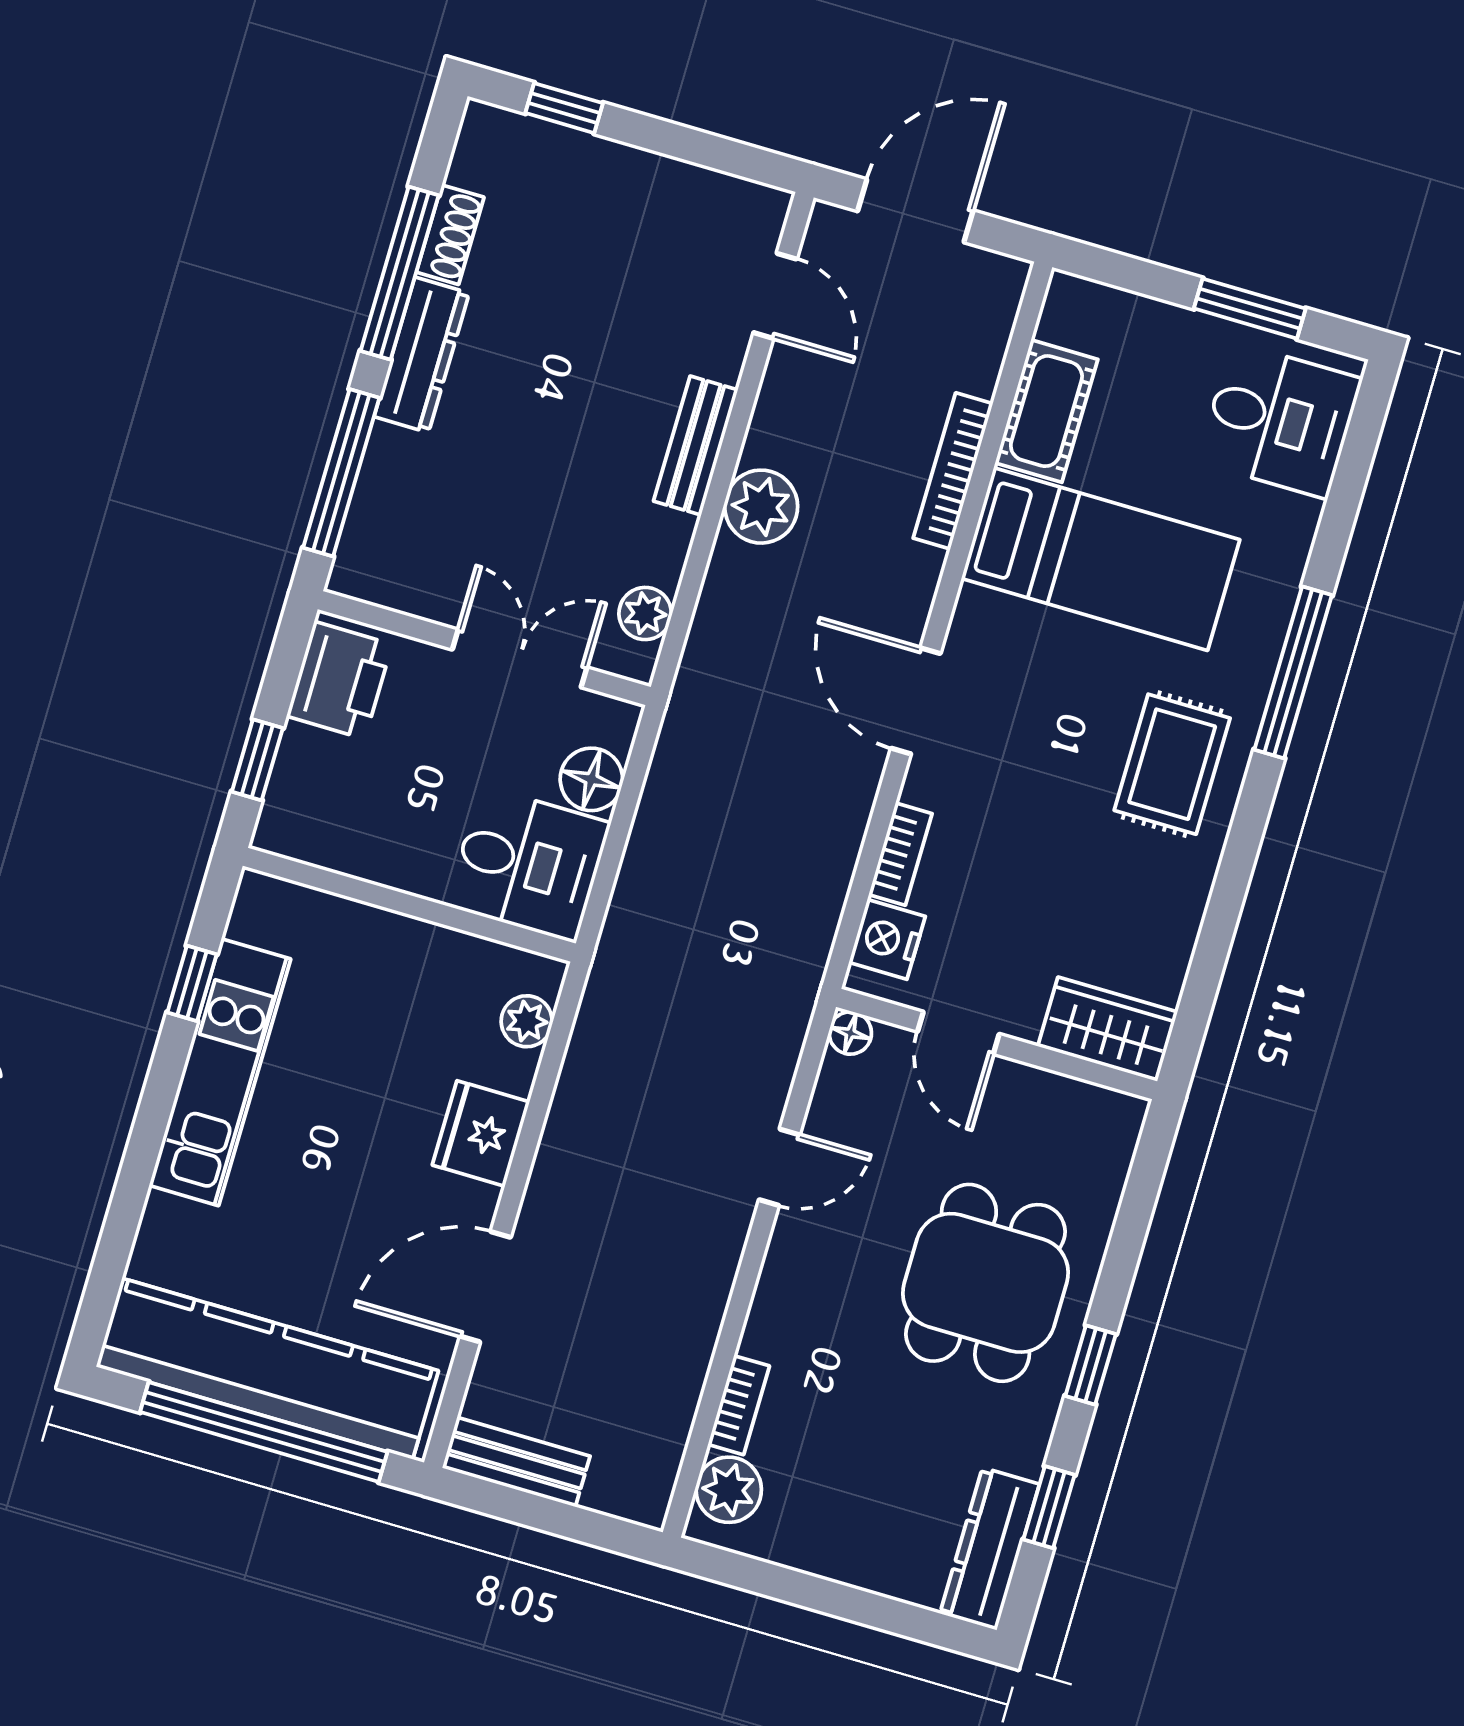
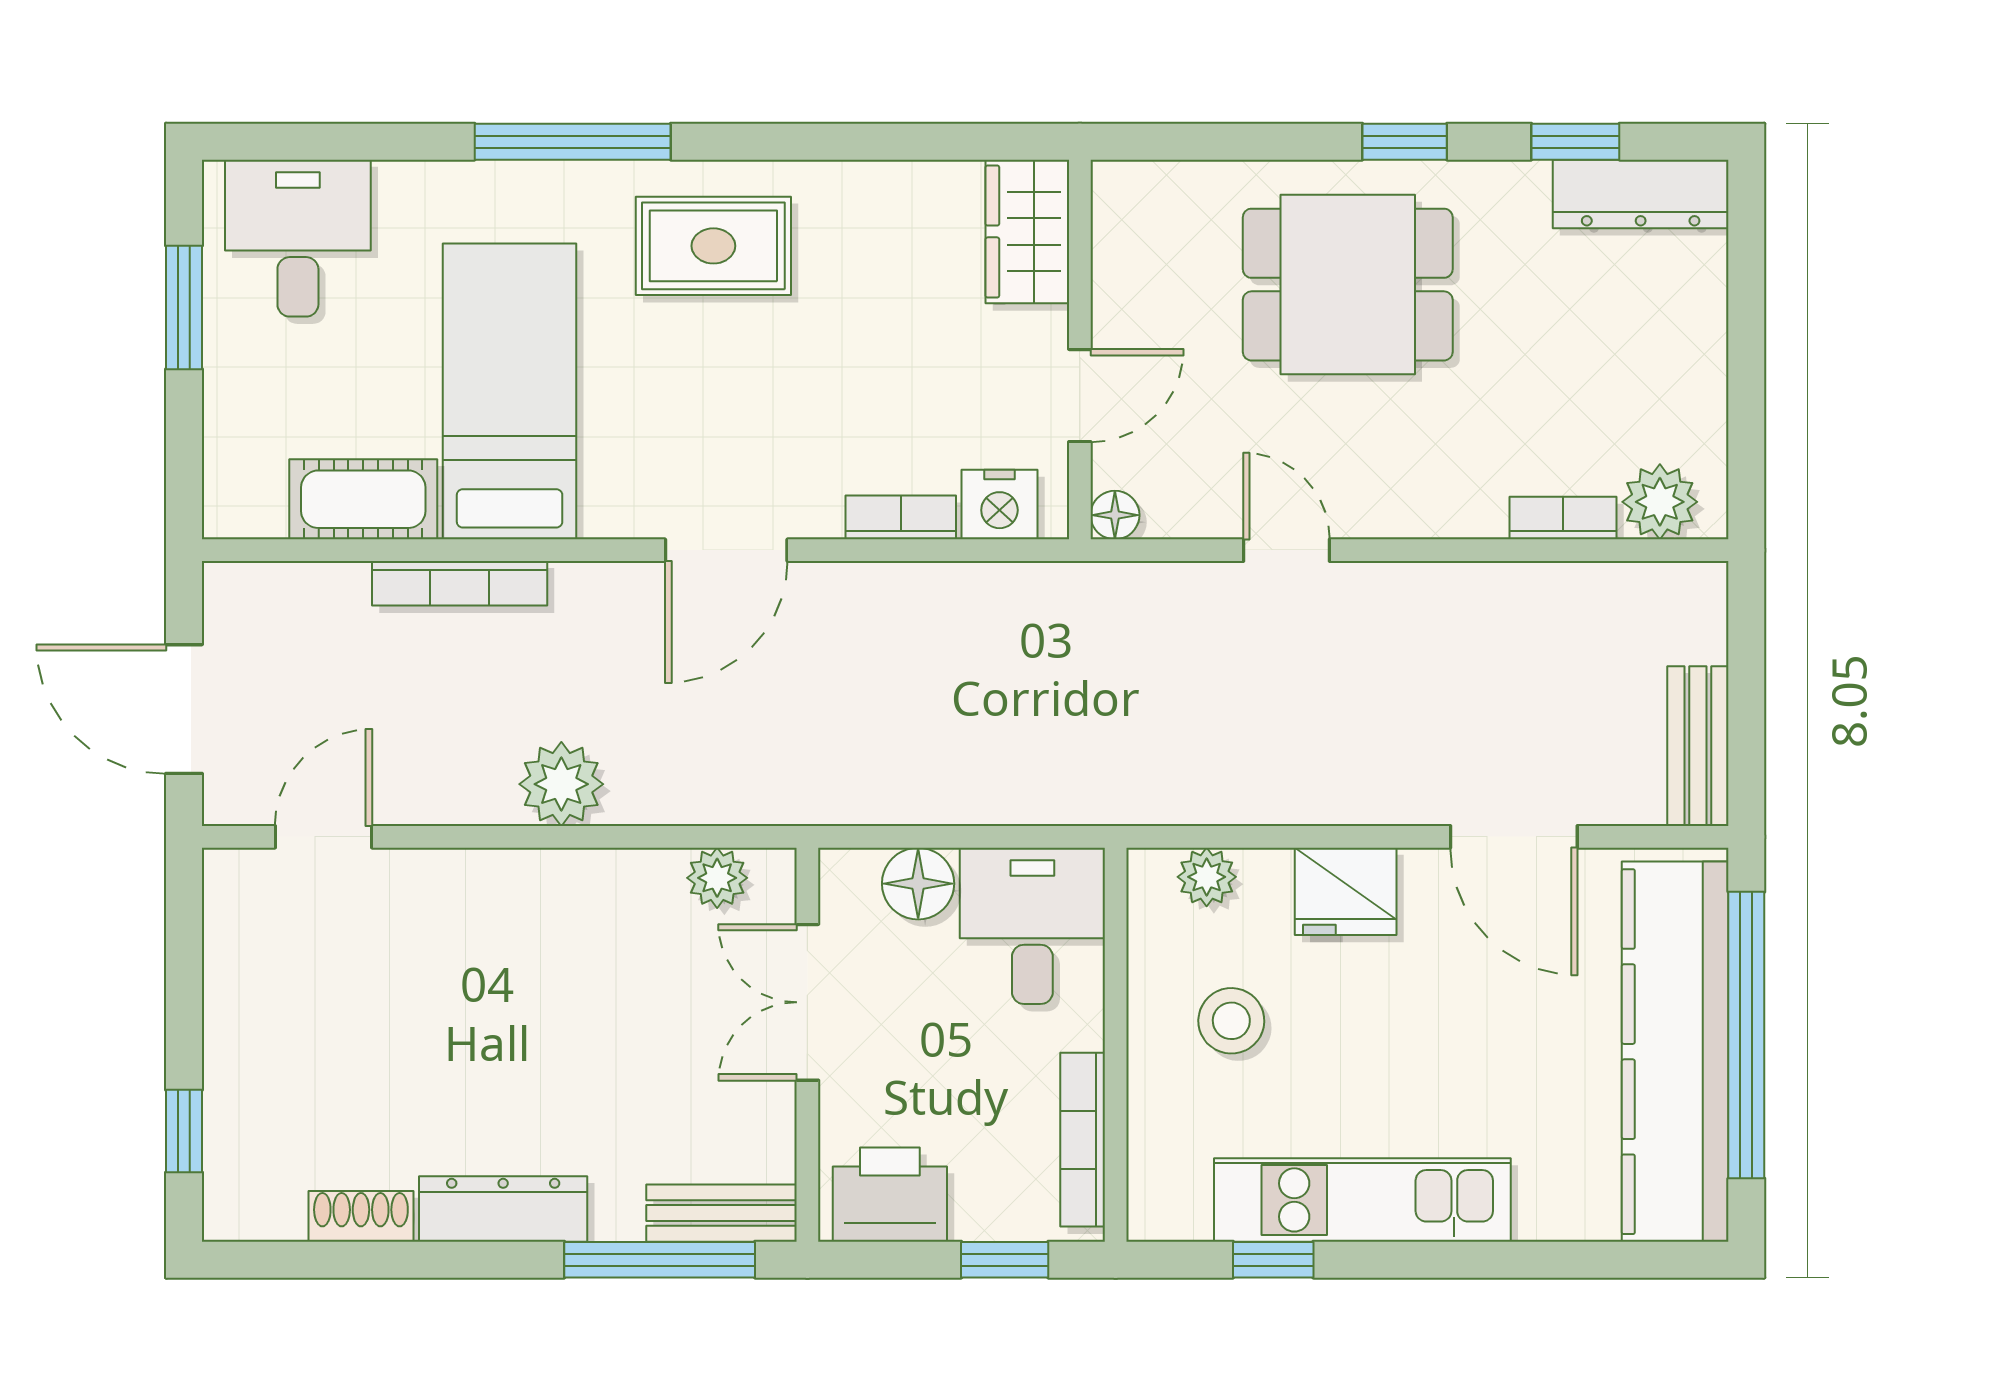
window: (400, 273) -> (420, 1260), removed
bench: (696, 446) -> (722, 1213), moved
bookcase: (338, 854) -> (1083, 1140), added
stool: (401, 1007) -> (1231, 1021), added

